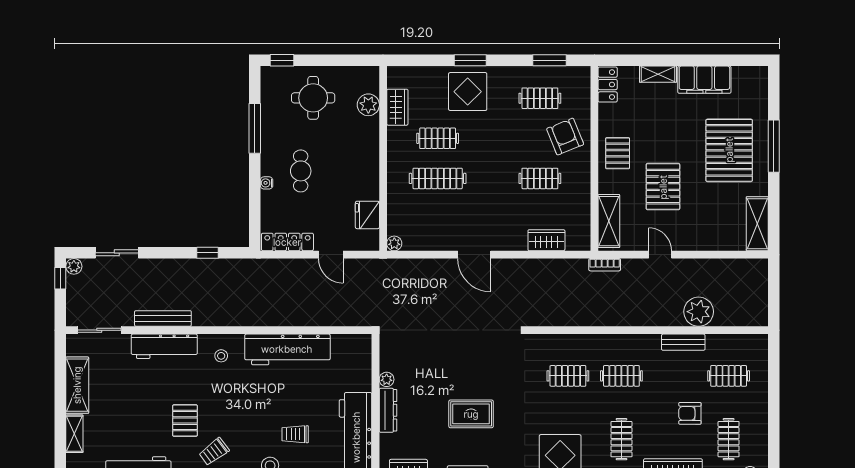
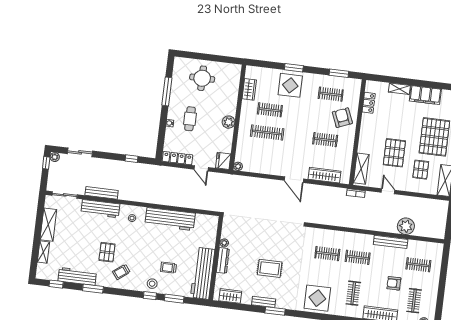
window: (282, 60) -> (187, 55), removed
locker: (608, 85) -> (369, 103), moved
plant: (368, 105) -> (229, 122), moved
pallet: (618, 153) -> (421, 170), moved
fridge: (367, 215) -> (223, 161), moved
wardrobe: (546, 240) -> (325, 175), width x1.50
door: (474, 255) -> (294, 180), moved
bench: (683, 342) -> (391, 242), width x1.36

